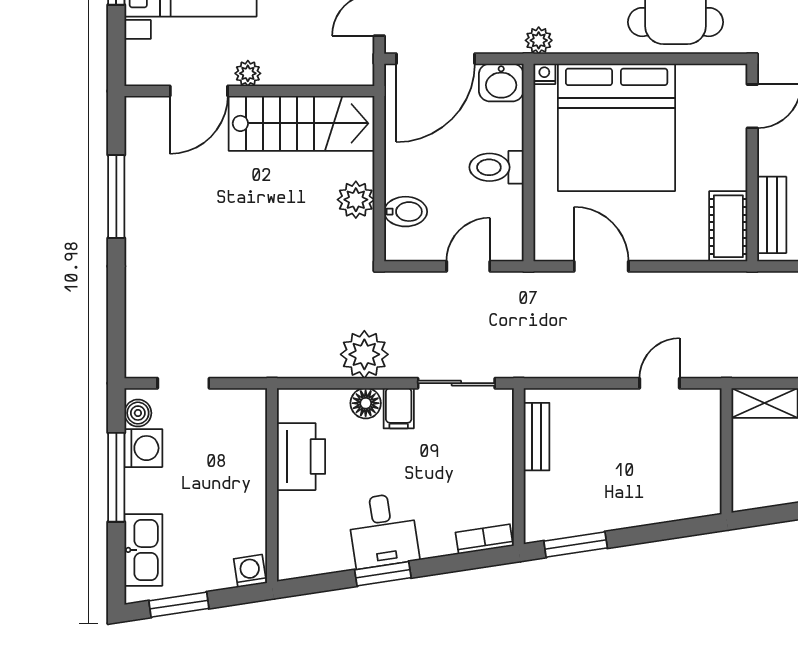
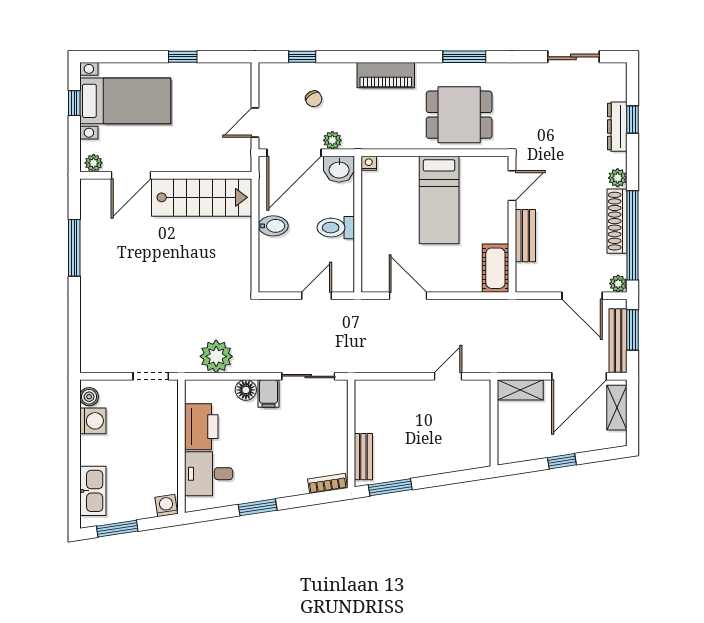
plant: (539, 40) -> (332, 140), moved
plant: (248, 73) -> (94, 163), moved
bed: (617, 127) -> (439, 200), width x0.49
plant: (356, 200) -> (239, 250), removed
bidet: (406, 212) -> (273, 226), moved
bench: (772, 215) -> (525, 236), moved
plant: (364, 354) -> (216, 356), moved
doorway: (183, 383) -> (151, 376), moved
bench: (536, 437) -> (363, 457), moved
window: (116, 477) -> (74, 441), removed
desk: (383, 530) -> (209, 474), moved, turned 99

